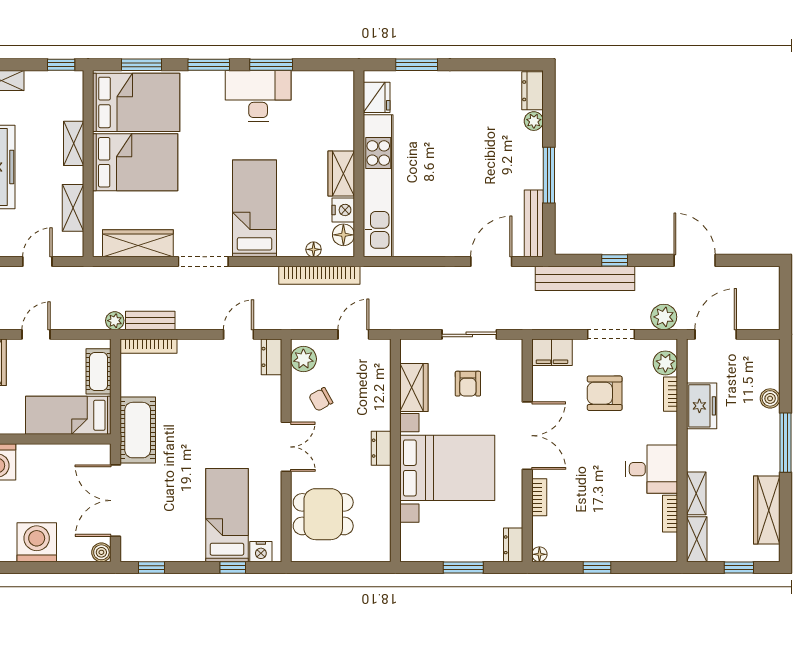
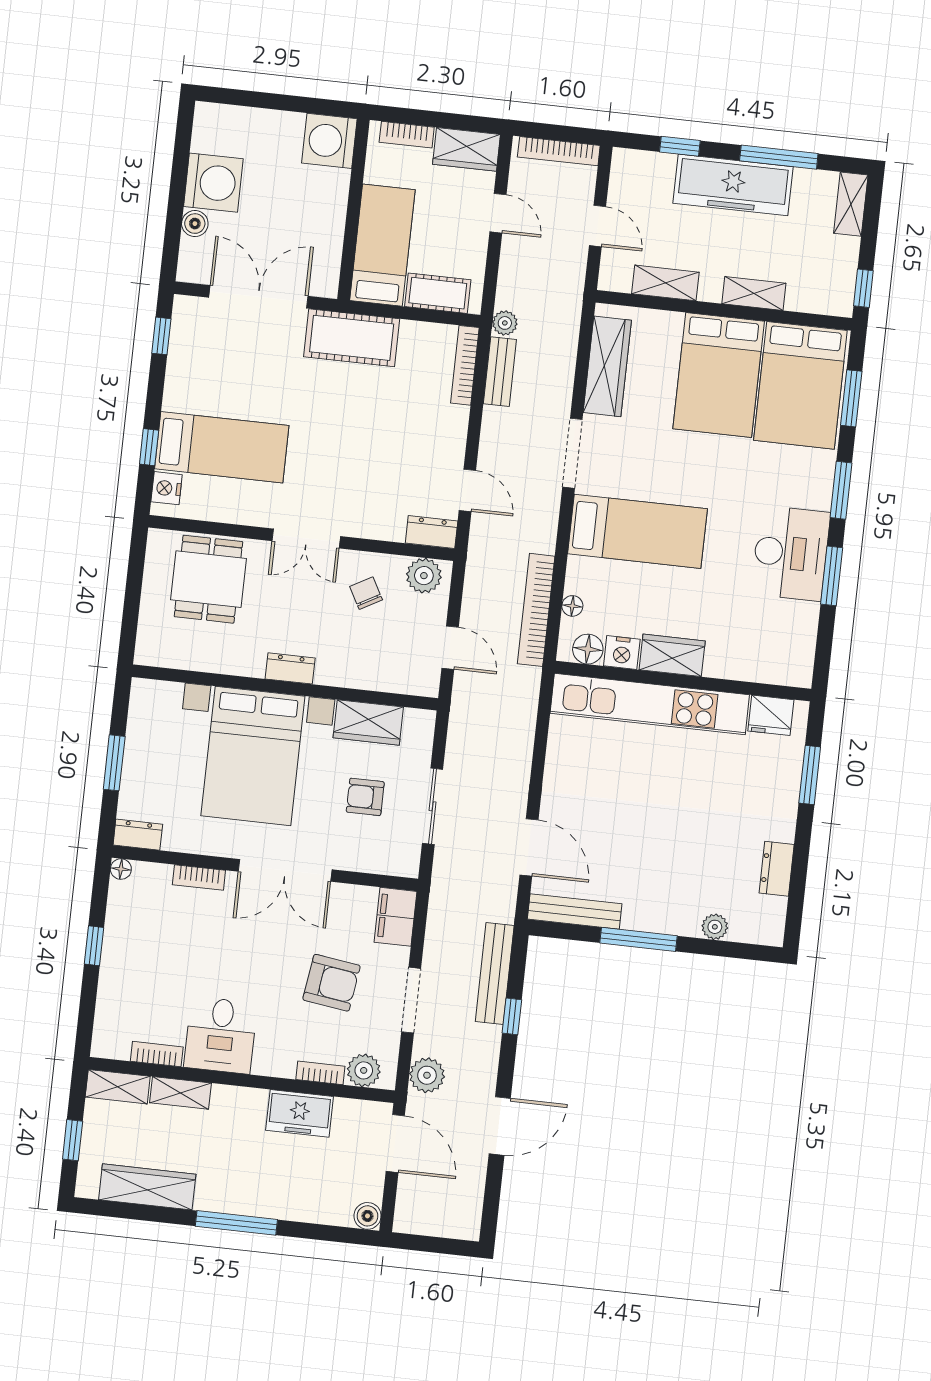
dresser: (533, 91) -> (777, 869), moved, turned -90
bench: (585, 278) -> (495, 973), width x0.73, depth x0.82
armchair: (605, 393) -> (331, 983), turned 98
boiler: (770, 398) -> (368, 1216), moved
boiler: (101, 552) -> (195, 224), moved

